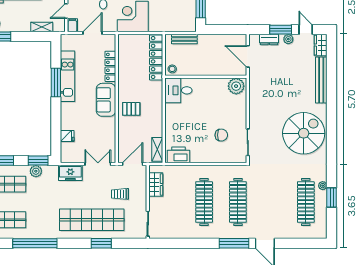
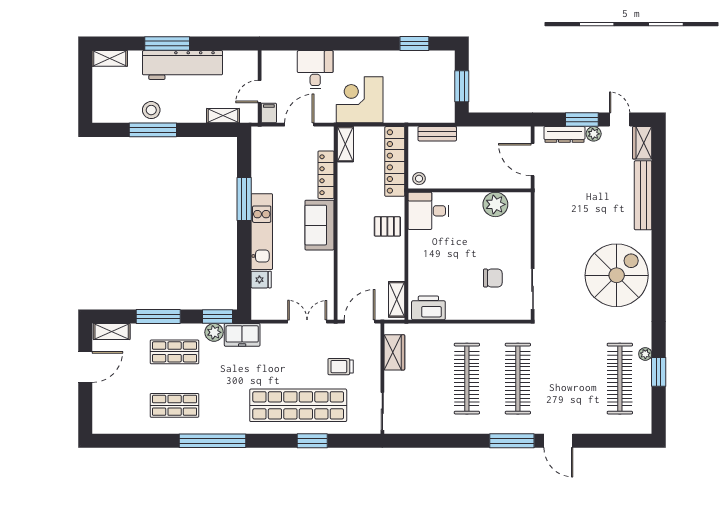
dresser: (269, 40) -> (564, 134), width x1.44
shelving: (123, 46) -> (345, 144), added
kitchen unit: (68, 76) -> (262, 232), moved
plant: (236, 86) -> (495, 204), moved
pallet: (131, 109) -> (387, 226), moved
freezer: (70, 173) -> (242, 335), moved

